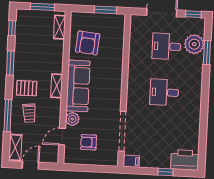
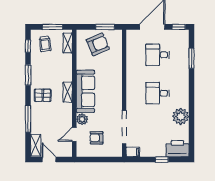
armchair: (88, 43) -> (98, 44), moved, turned -119
plant: (194, 44) -> (181, 116), moved
trolley: (29, 113) -> (45, 44), moved
door: (30, 165) -> (49, 160), hinge flipped

